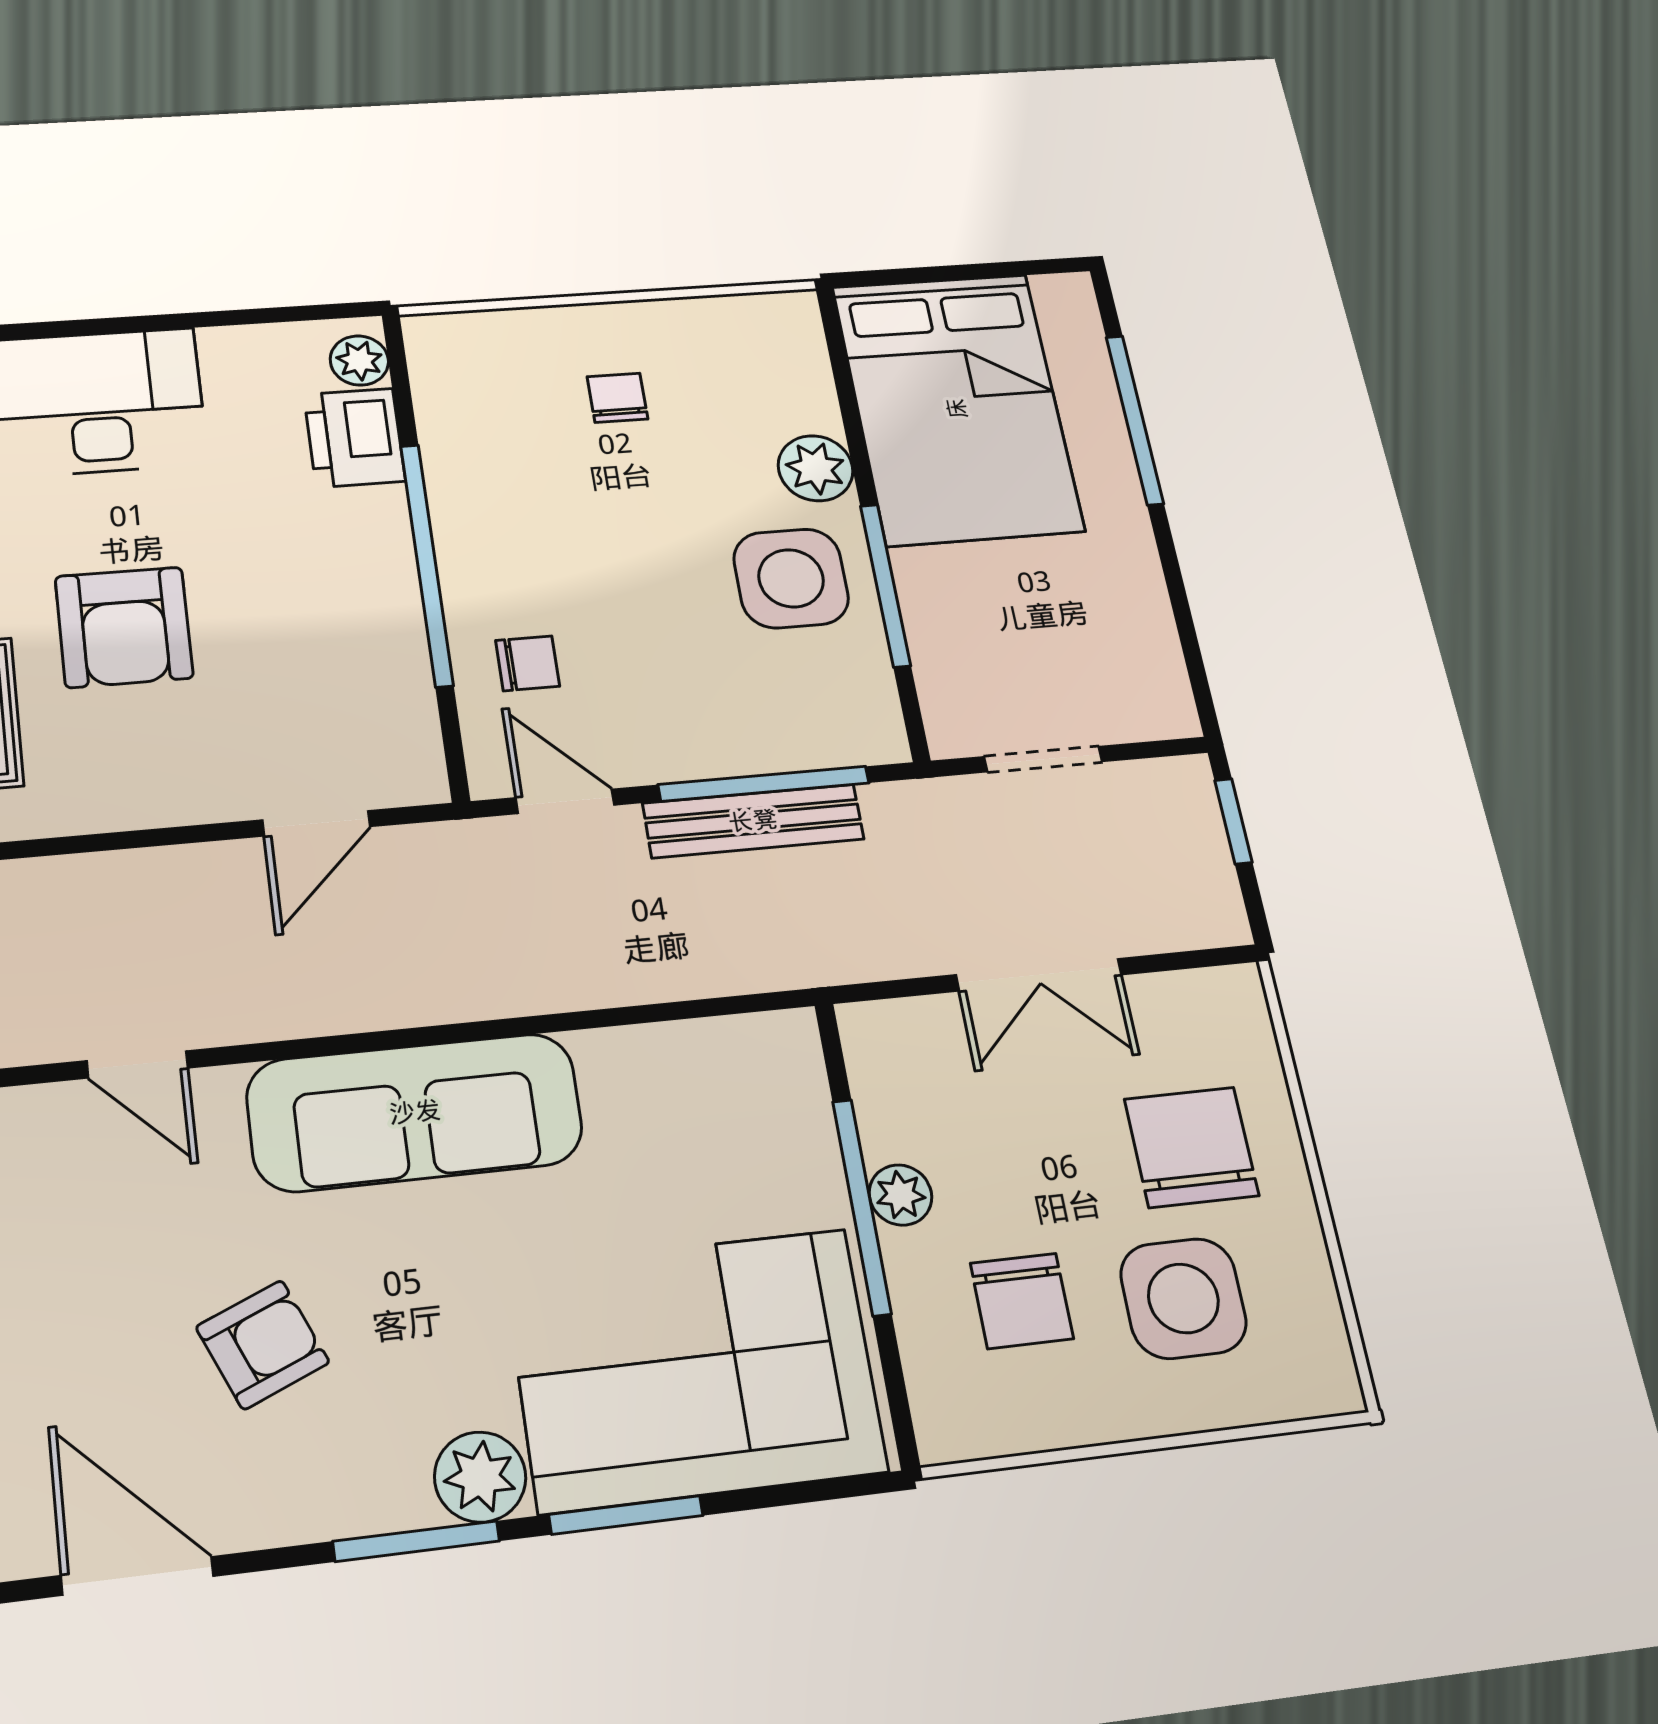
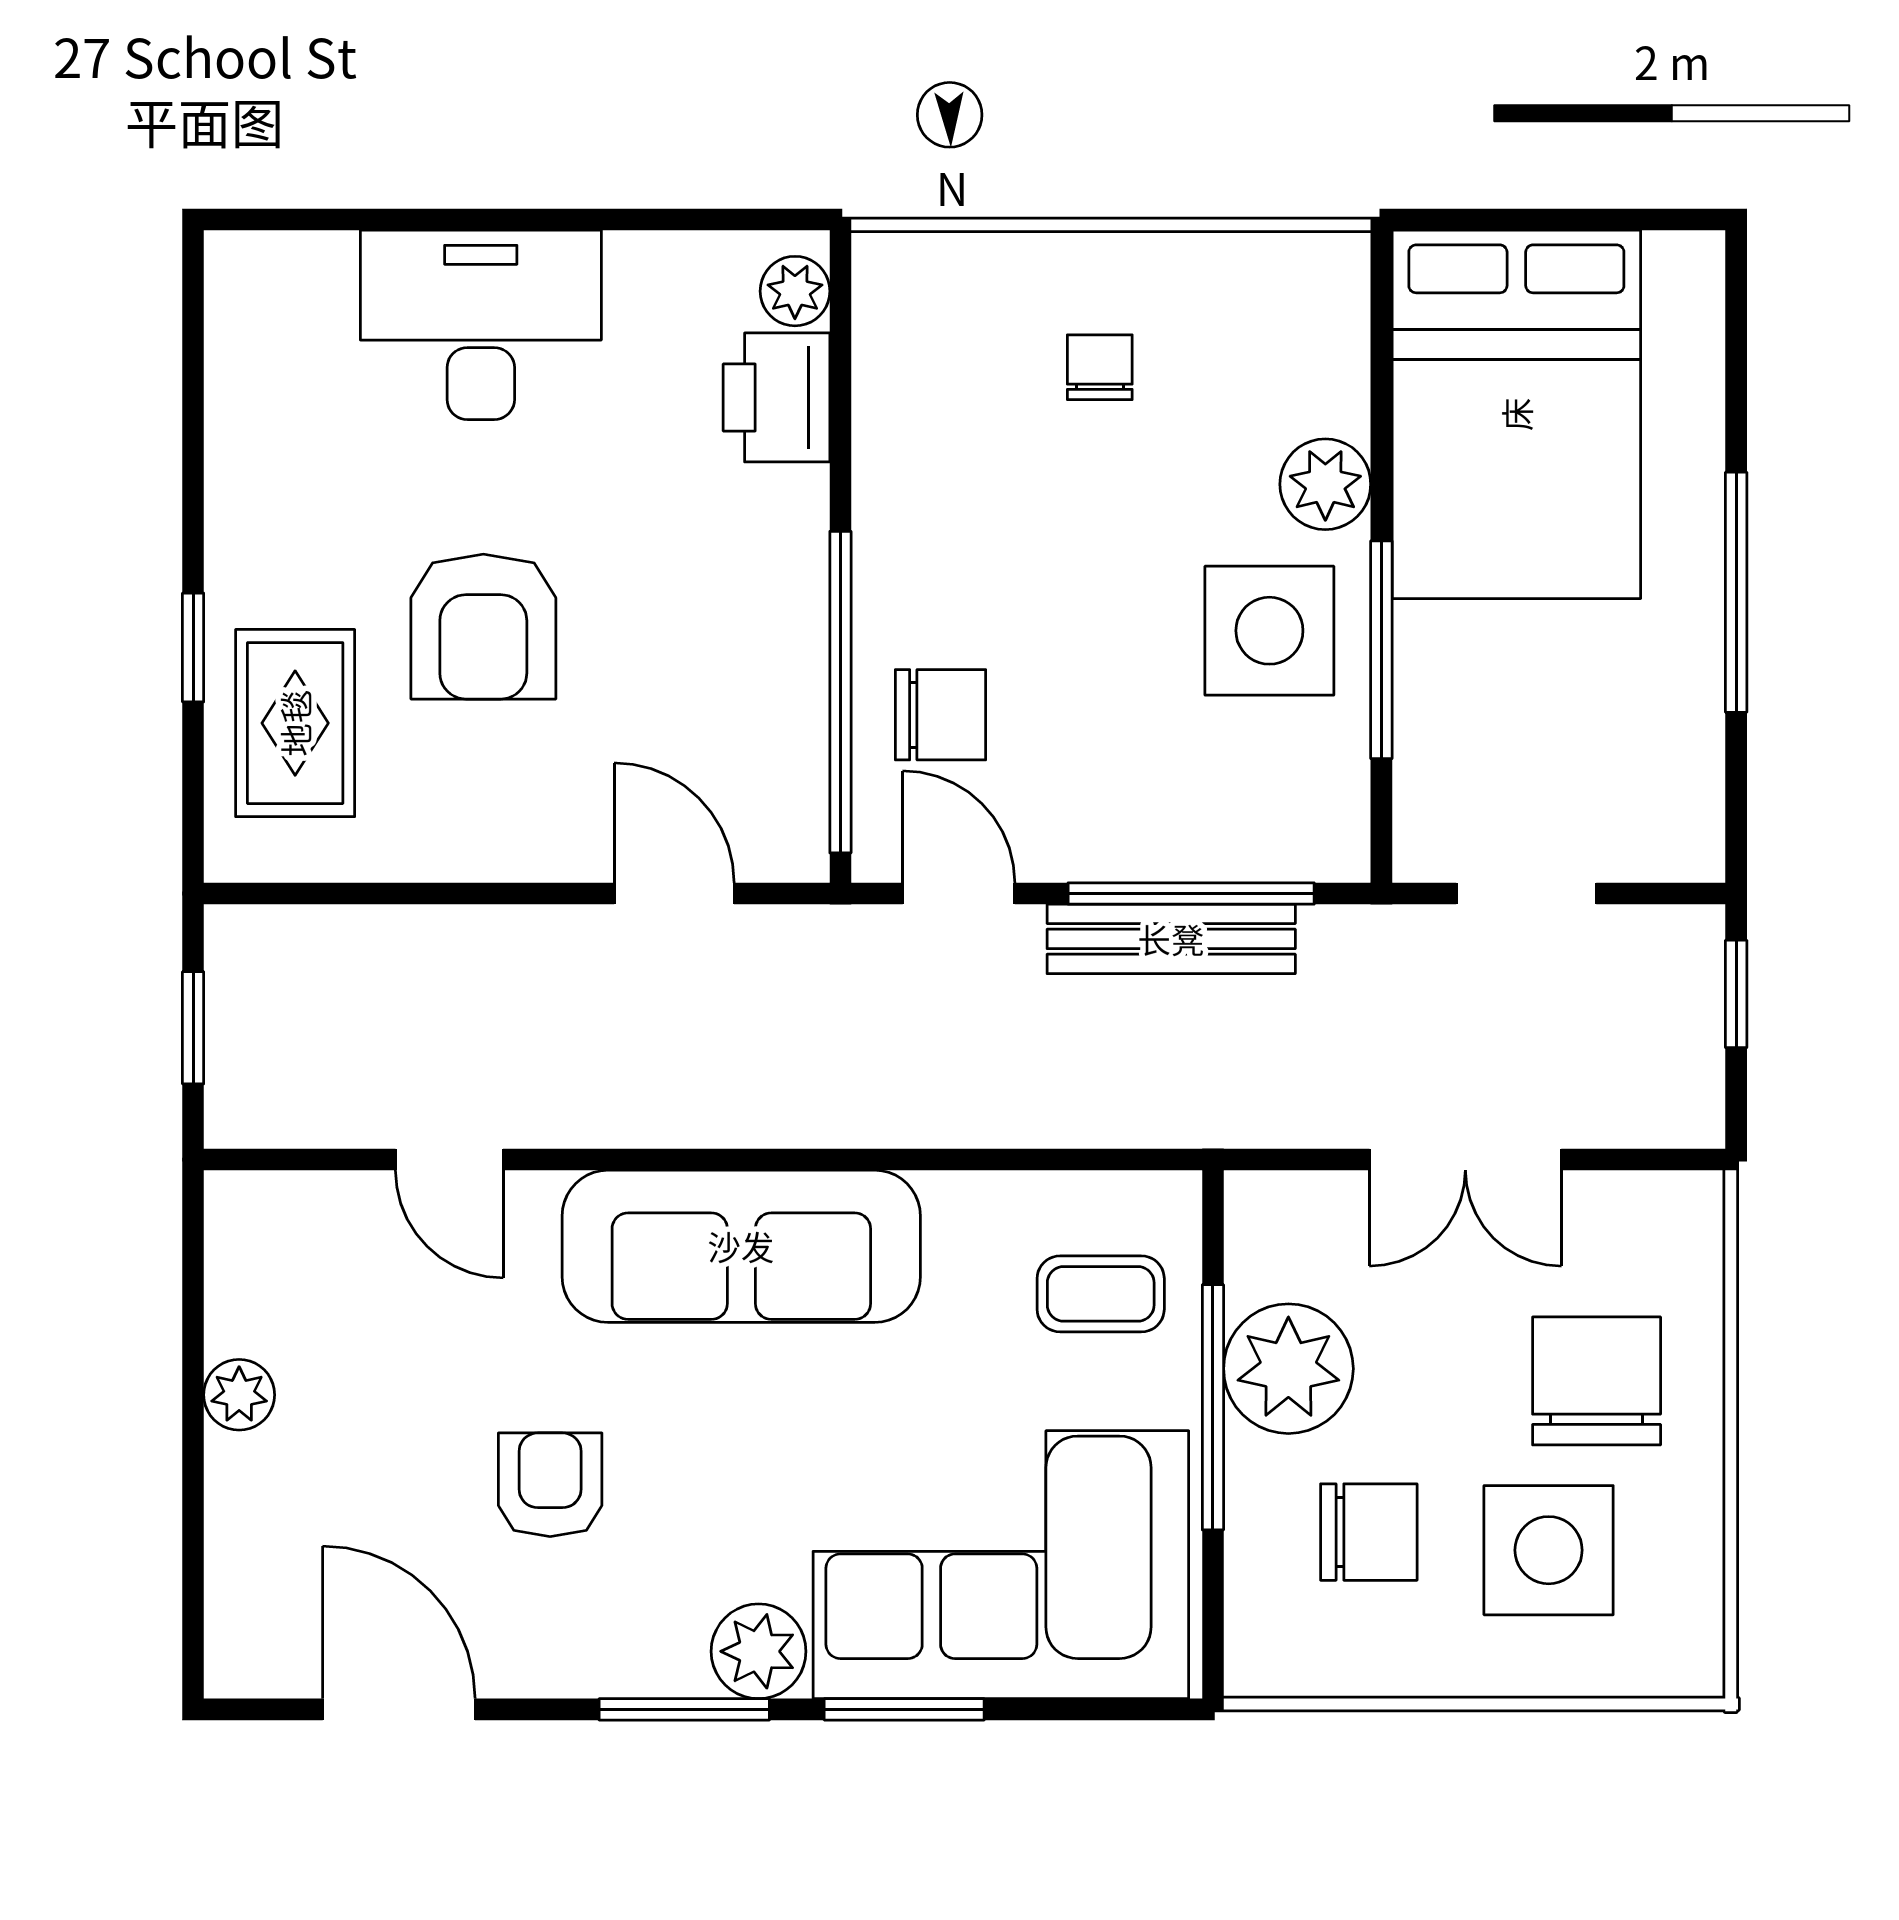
window: (1135, 420) -> (1736, 592), moved
window: (427, 564) -> (840, 692), moved
chair: (527, 663) -> (940, 715), width x1.37, depth x1.37
door: (316, 823) -> (674, 894), swing flipped
coffee table: (744, 1119) -> (1101, 1294), added
plant: (901, 1195) -> (1288, 1369), width x1.87, depth x1.87
chair: (1022, 1301) -> (1369, 1532), turned -90
armchair: (263, 1345) -> (550, 1485), turned -67

